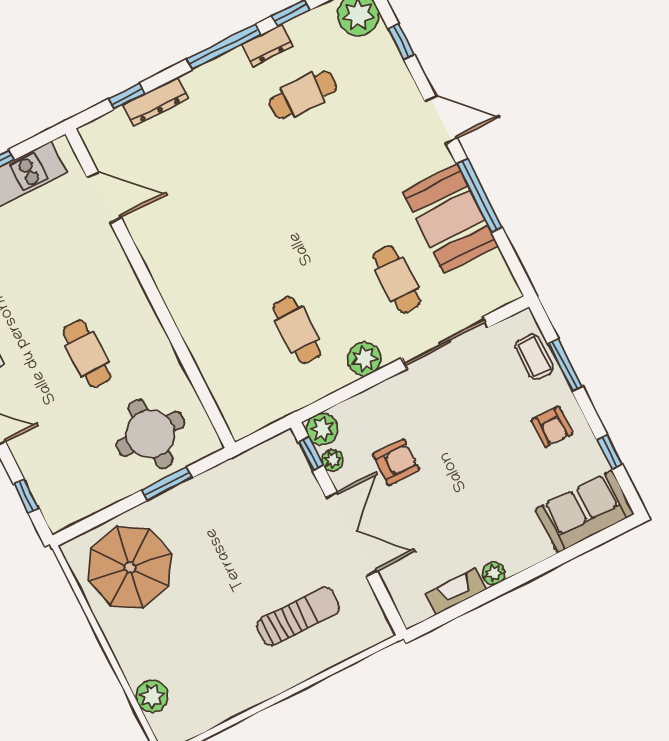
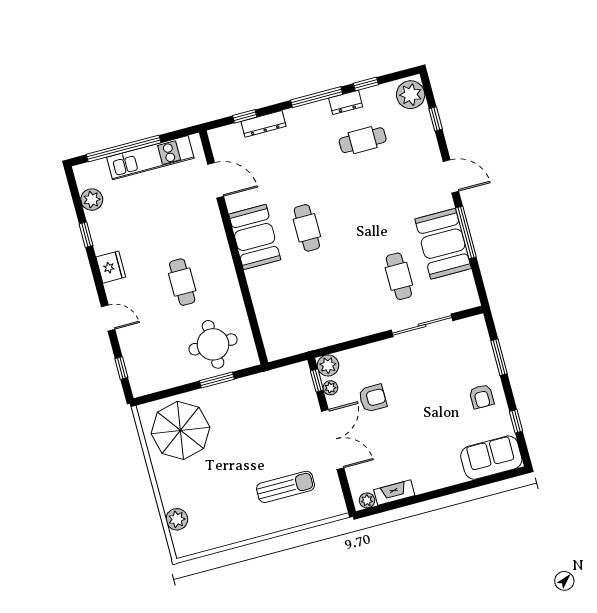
booth: (178, 267) -> (255, 237), added
cafe table: (297, 330) -> (307, 228), moved
coffee table: (534, 357) -> (480, 347), removed
plant: (364, 359) -> (366, 325), removed
plant: (493, 573) -> (367, 500), moved

